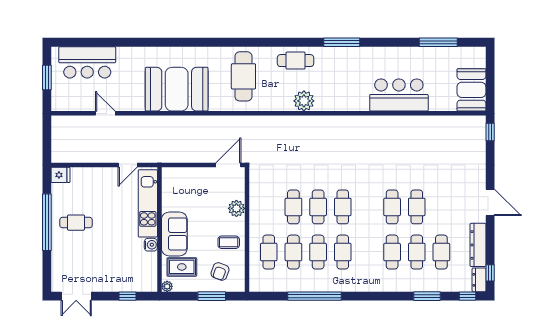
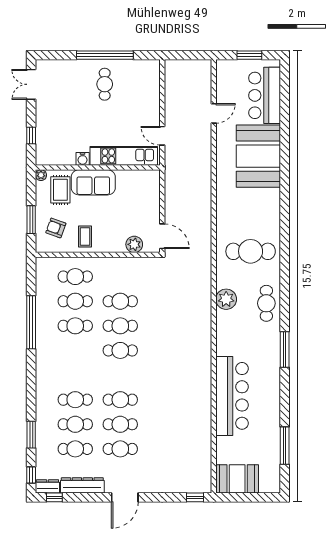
booth: (177, 89) -> (258, 156), moved
bar counter: (399, 95) -> (232, 396), width x1.36
plant: (304, 101) -> (226, 299), moved
fridge: (60, 175) -> (152, 69), removed
plant: (236, 208) -> (134, 244), moved
cafe table: (343, 252) -> (120, 449), moved

